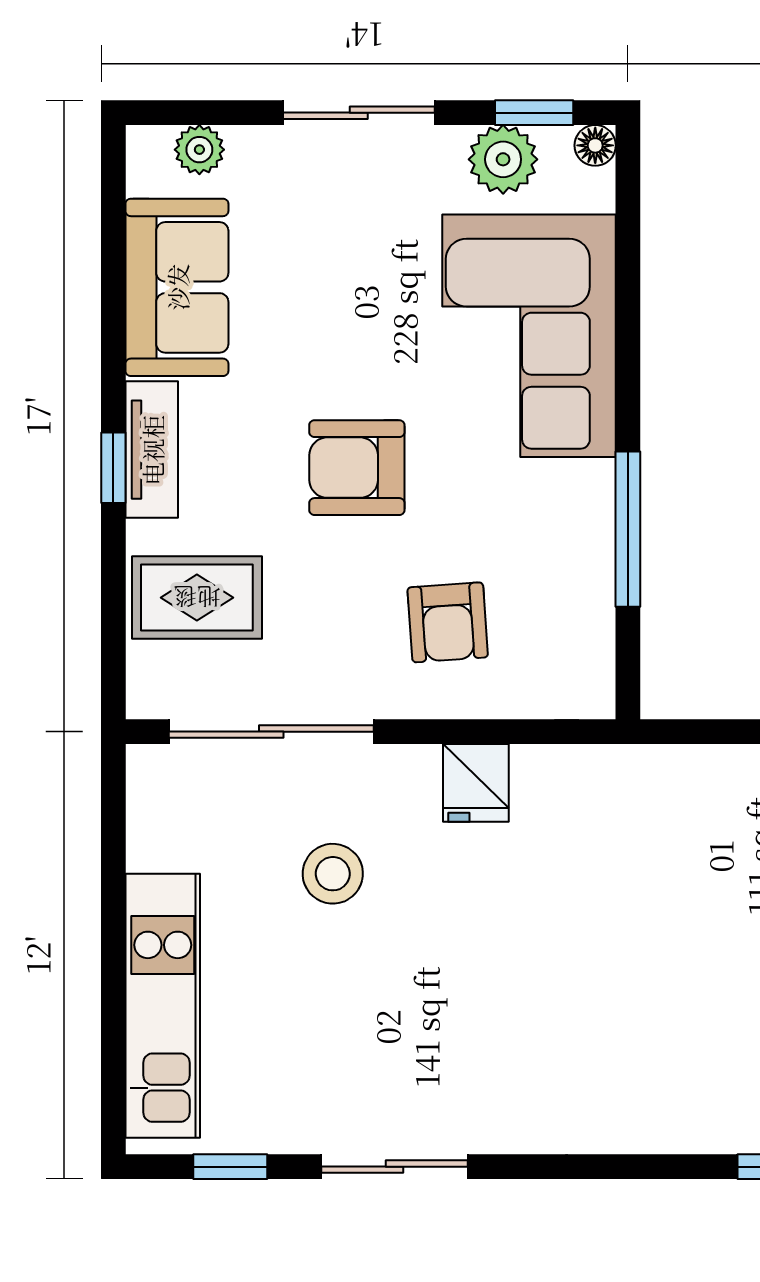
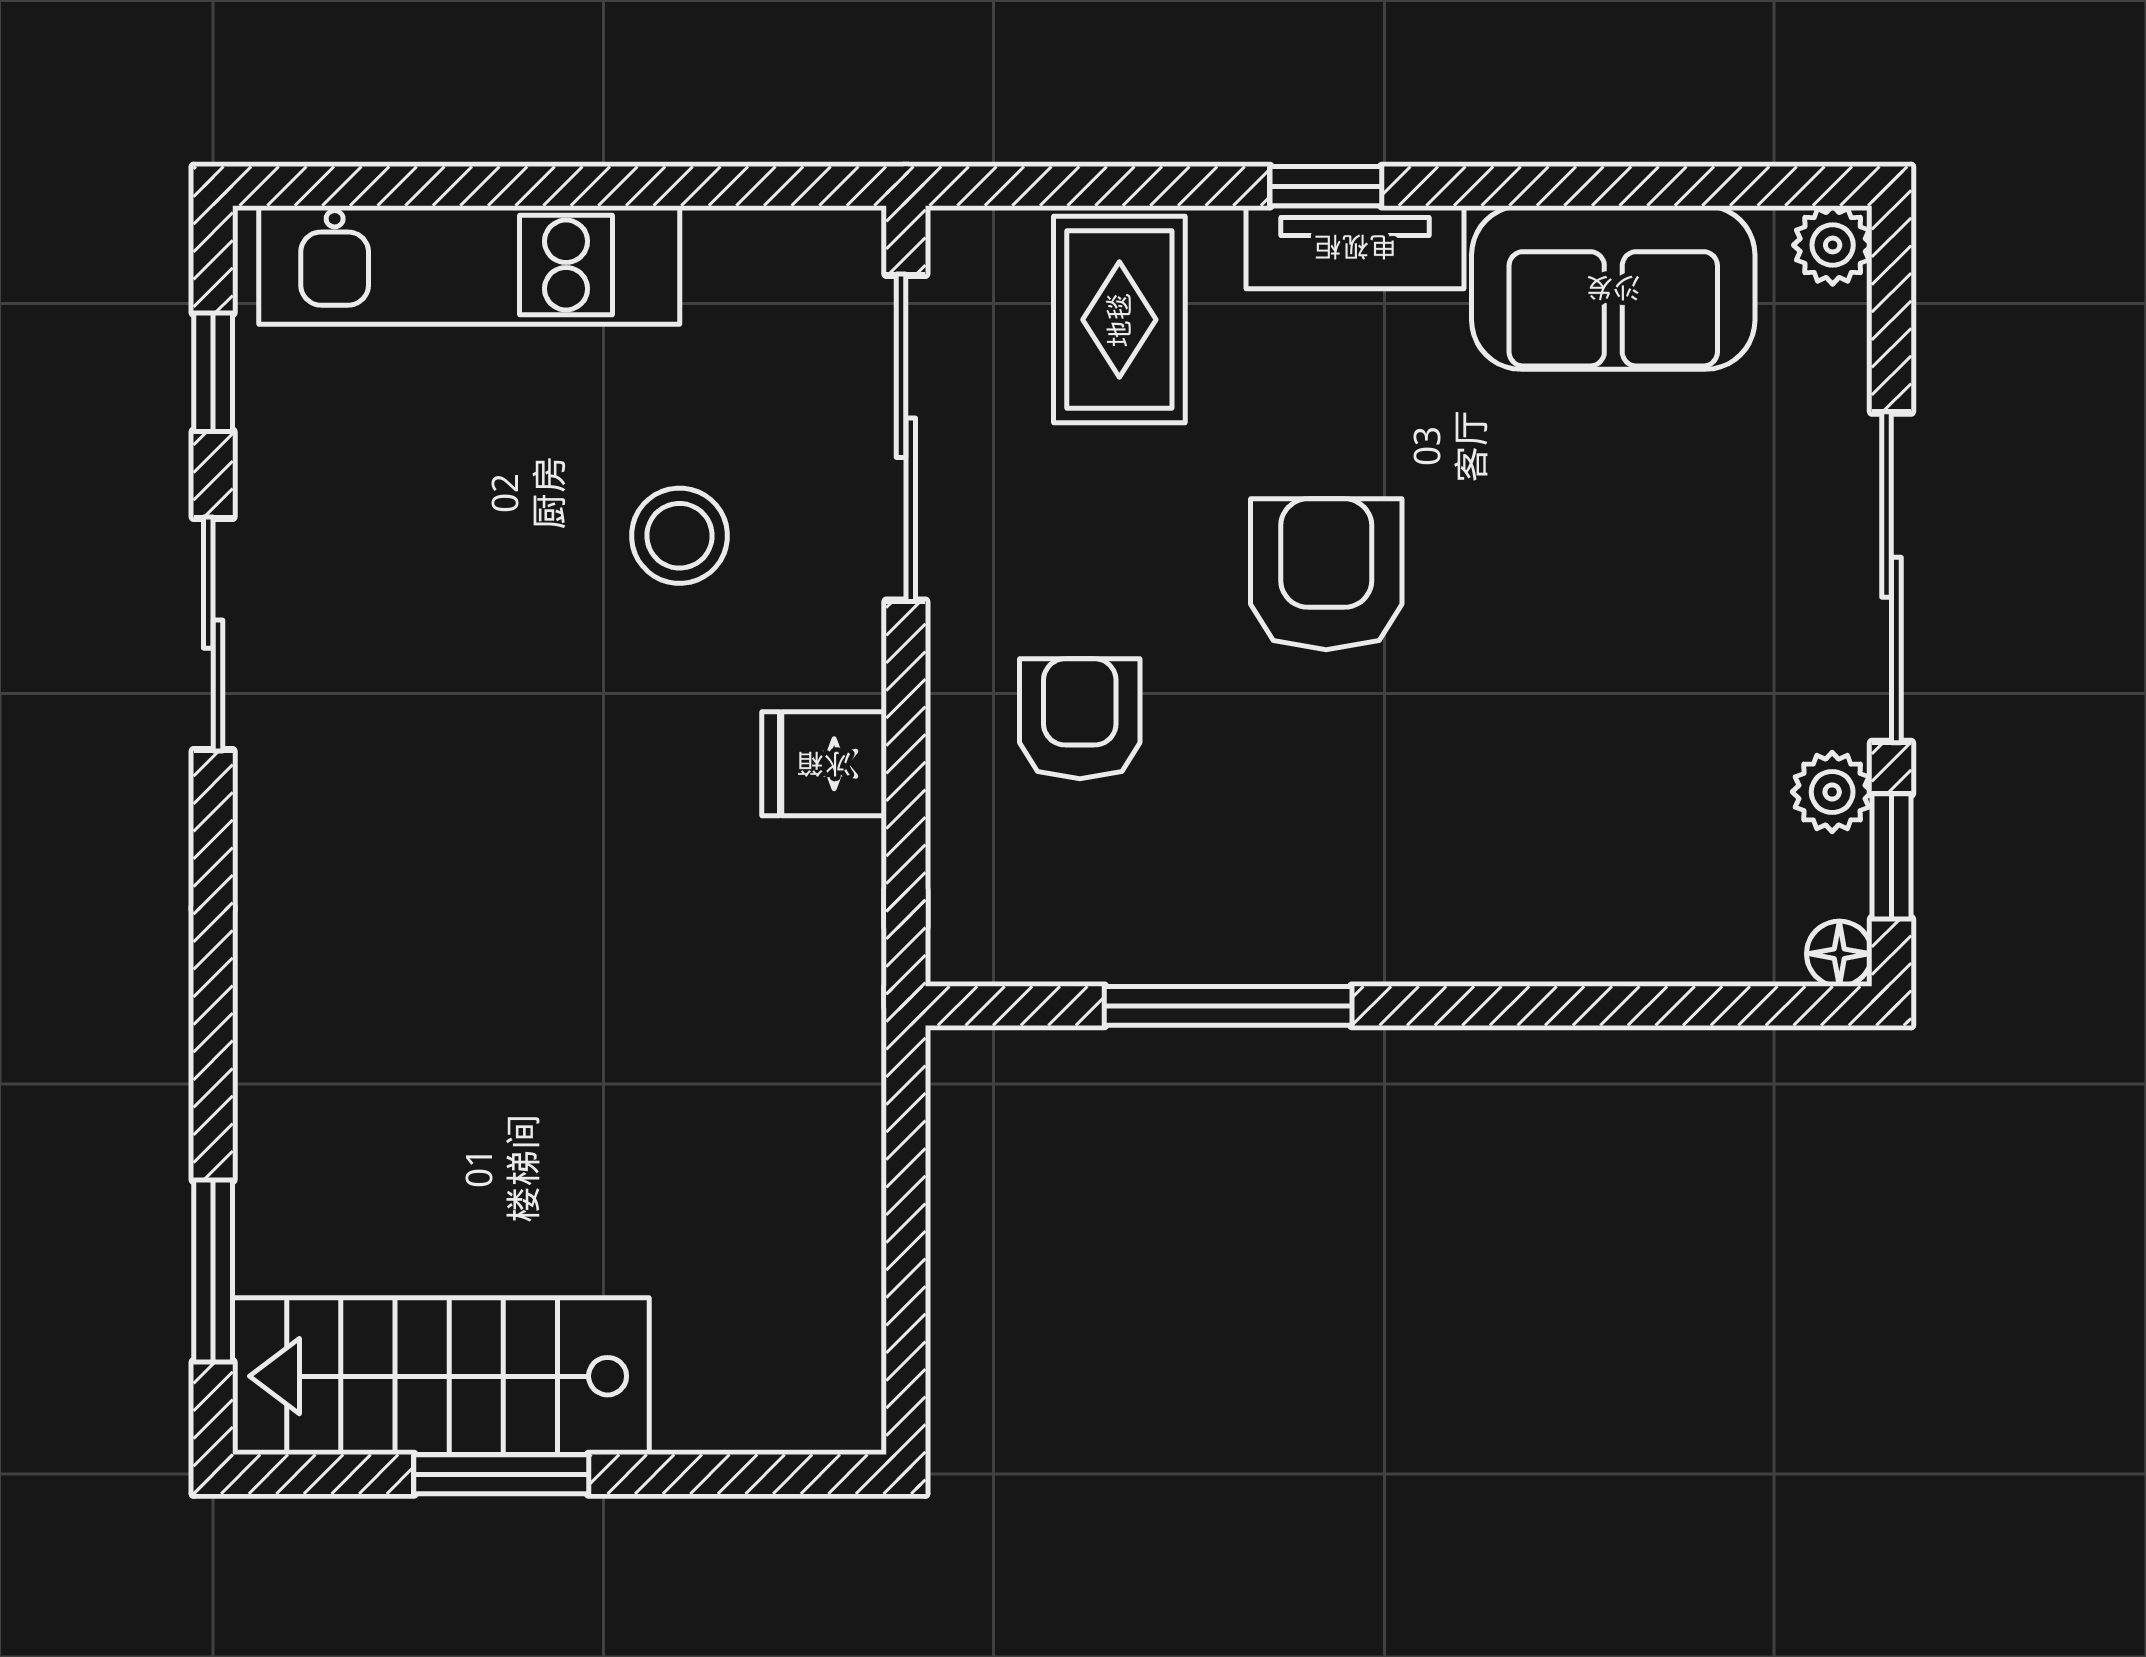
sliding door: (359, 113) -> (1891, 577), width x1.37
plant: (199, 150) -> (1833, 245), moved
plant: (503, 159) -> (1832, 792), width x0.73, depth x0.73
corner sofa: (529, 336) -> (1536, 848), removed
armchair: (448, 622) -> (1080, 719), turned 94

